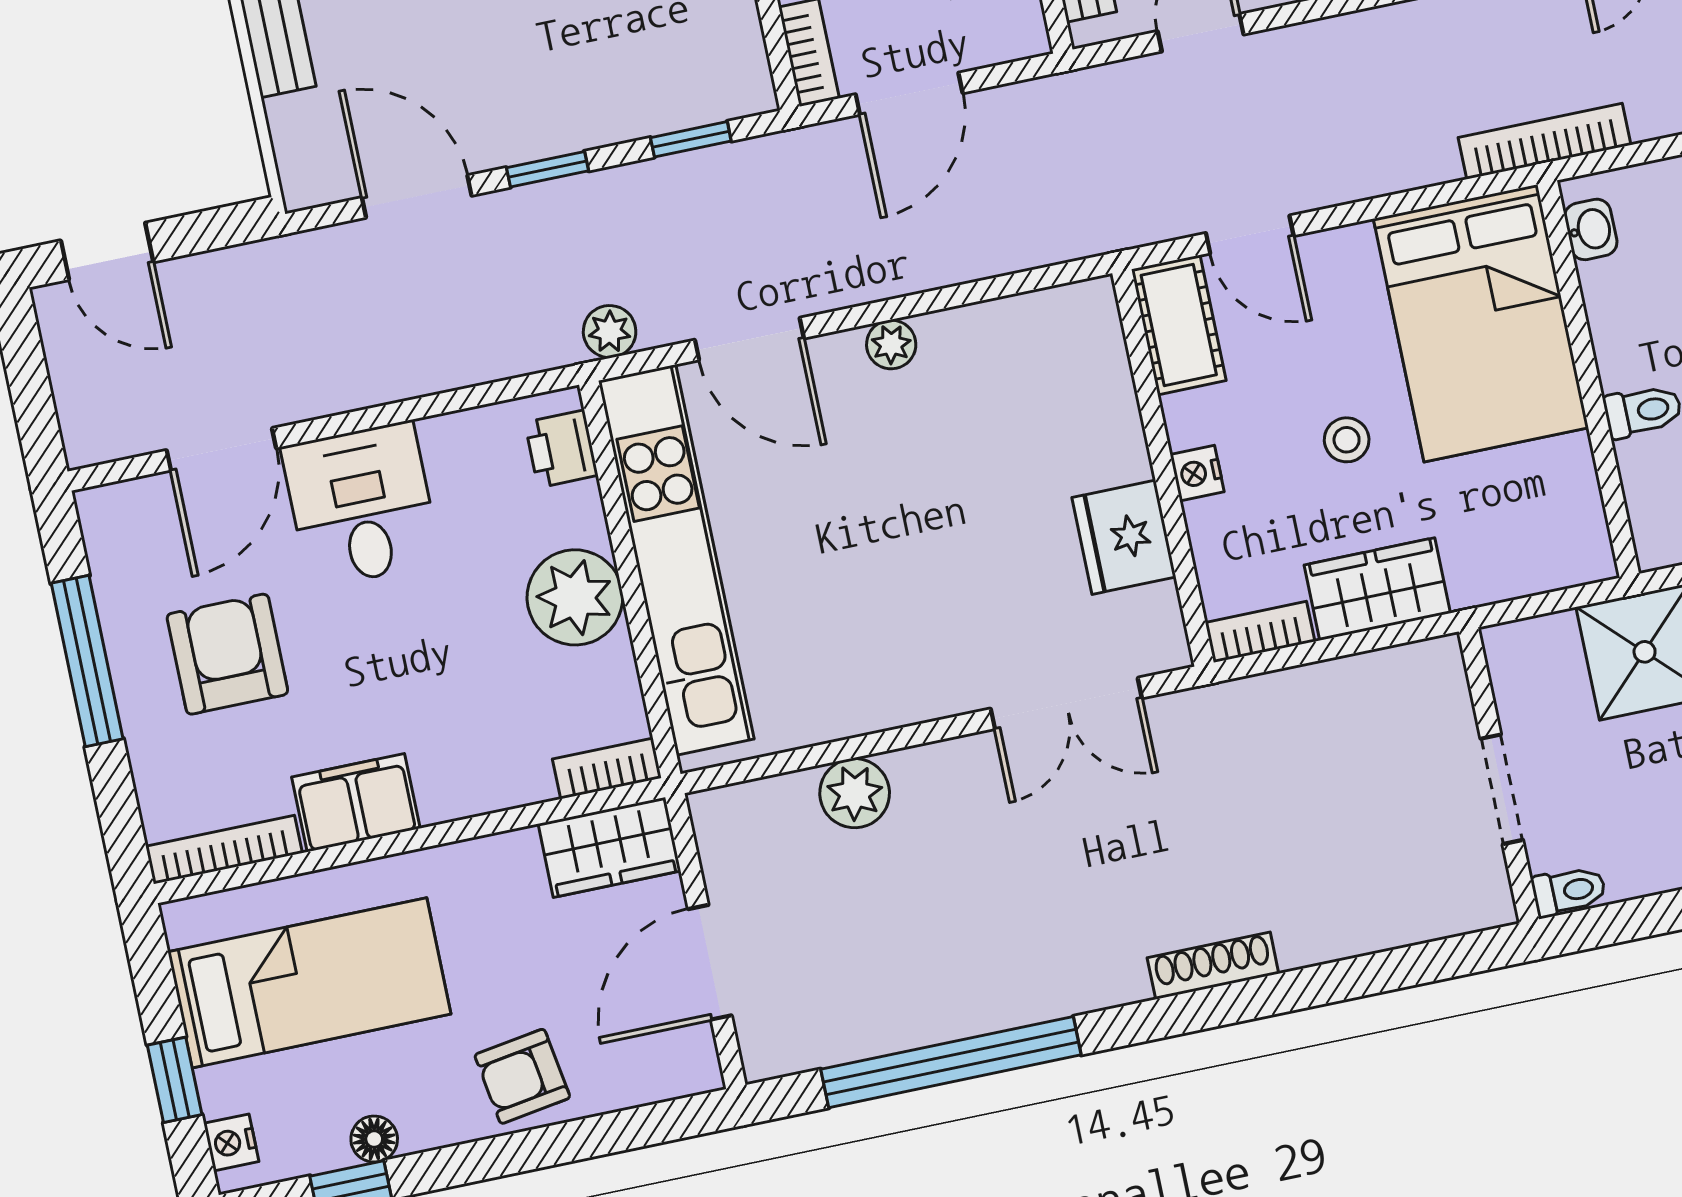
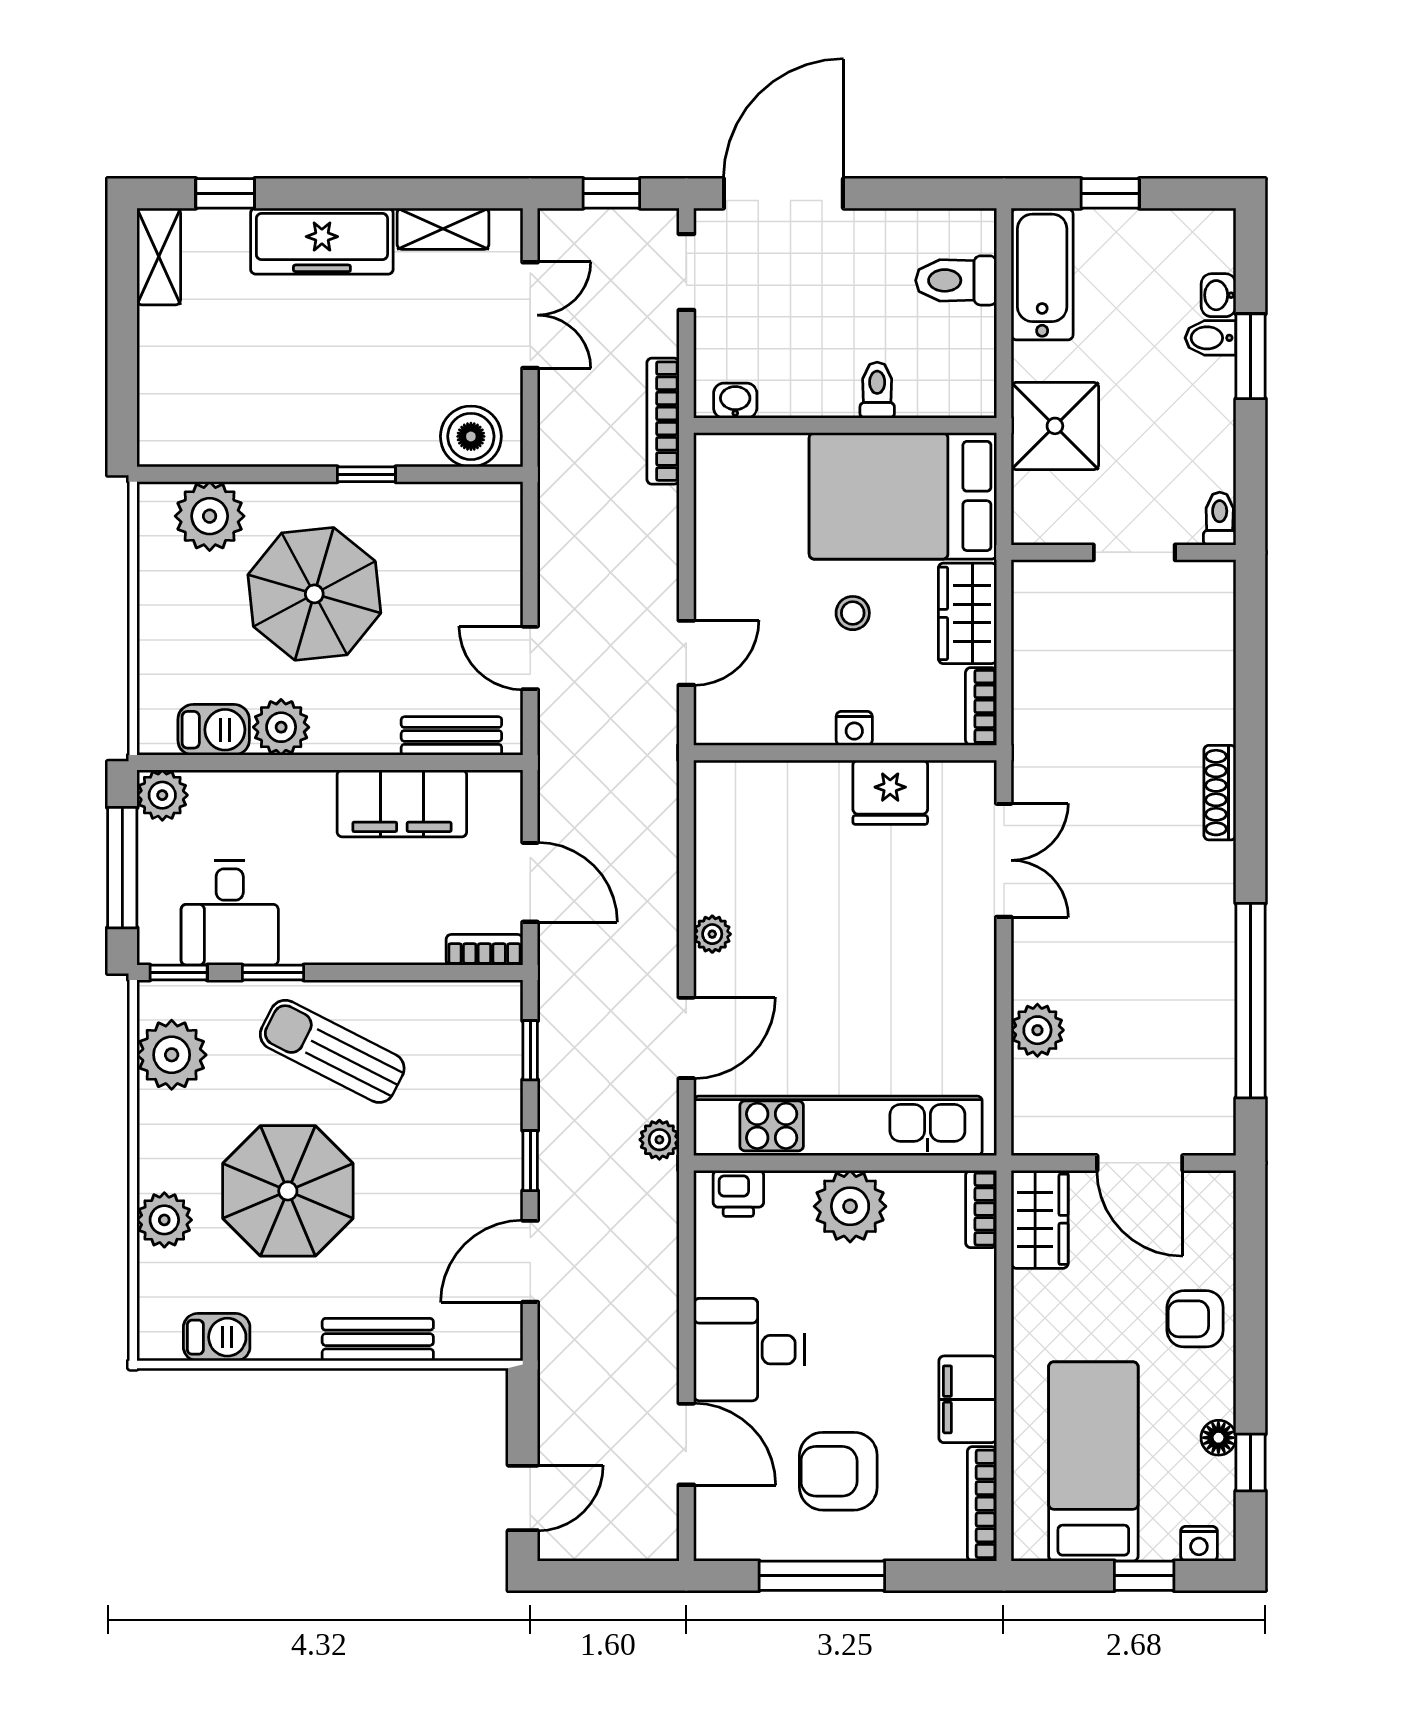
bed: (1481, 323) -> (903, 496), moved, turned 180
cot: (1179, 325) -> (742, 719), removed
armchair: (522, 1076) -> (1195, 1319), turned 99

